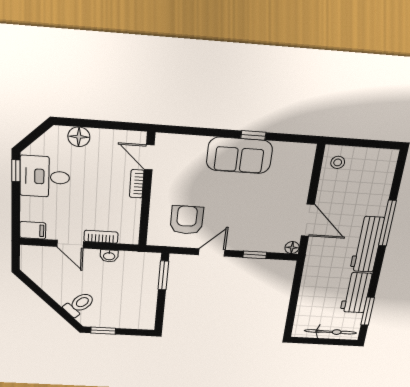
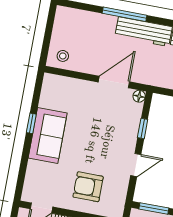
armchair: (187, 220) -> (88, 187), moved
door: (212, 252) -> (136, 165), swing flipped

